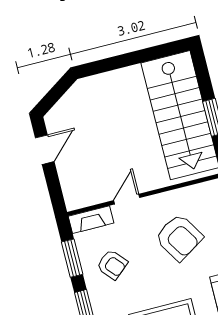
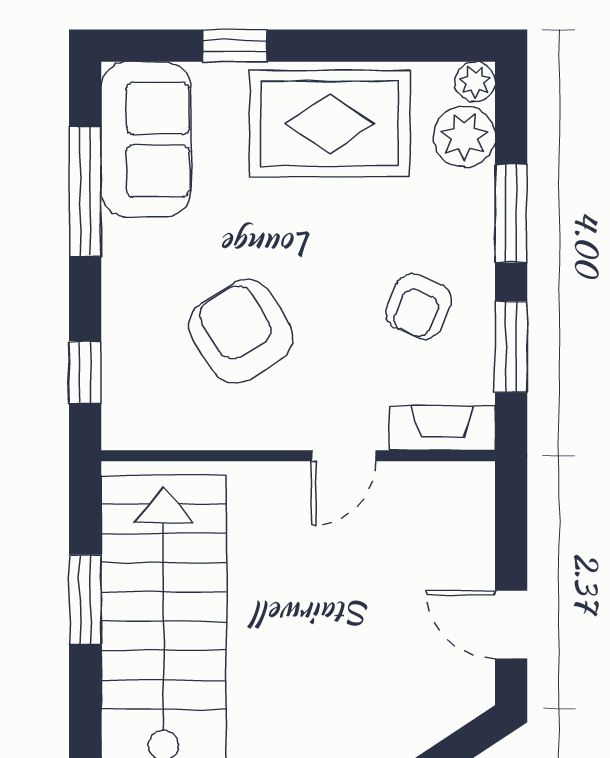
door: (45, 150) -> (511, 625), hinge flipped
armchair: (112, 265) -> (419, 307), turned -115

